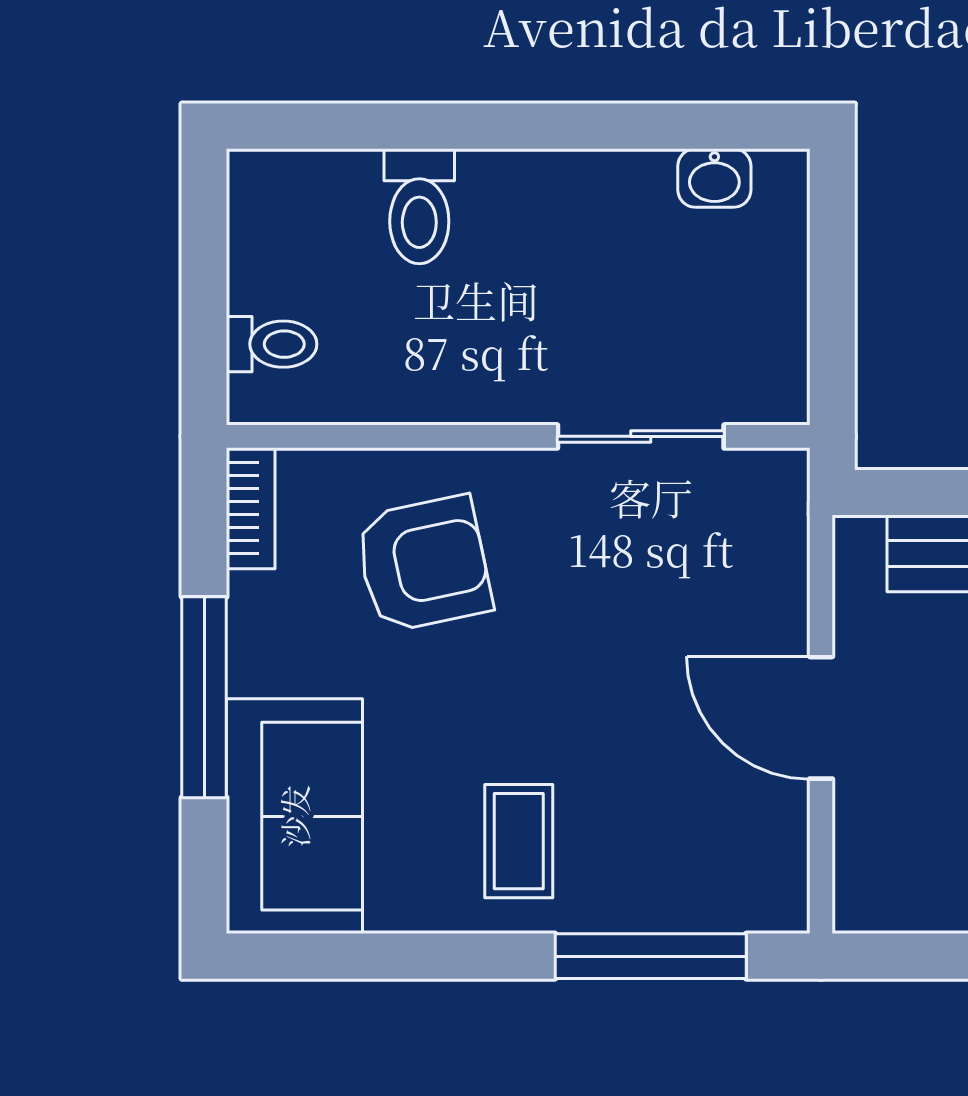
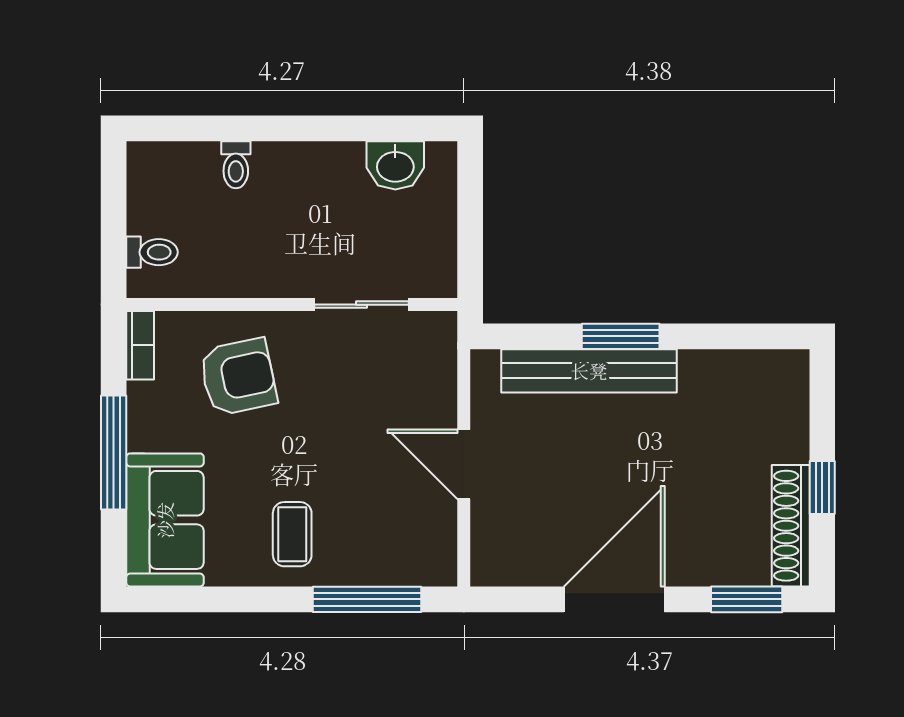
washbasin: (714, 178) -> (395, 165), width x1.38, depth x1.45
toilet: (419, 206) -> (236, 165), width x0.73, depth x0.72

